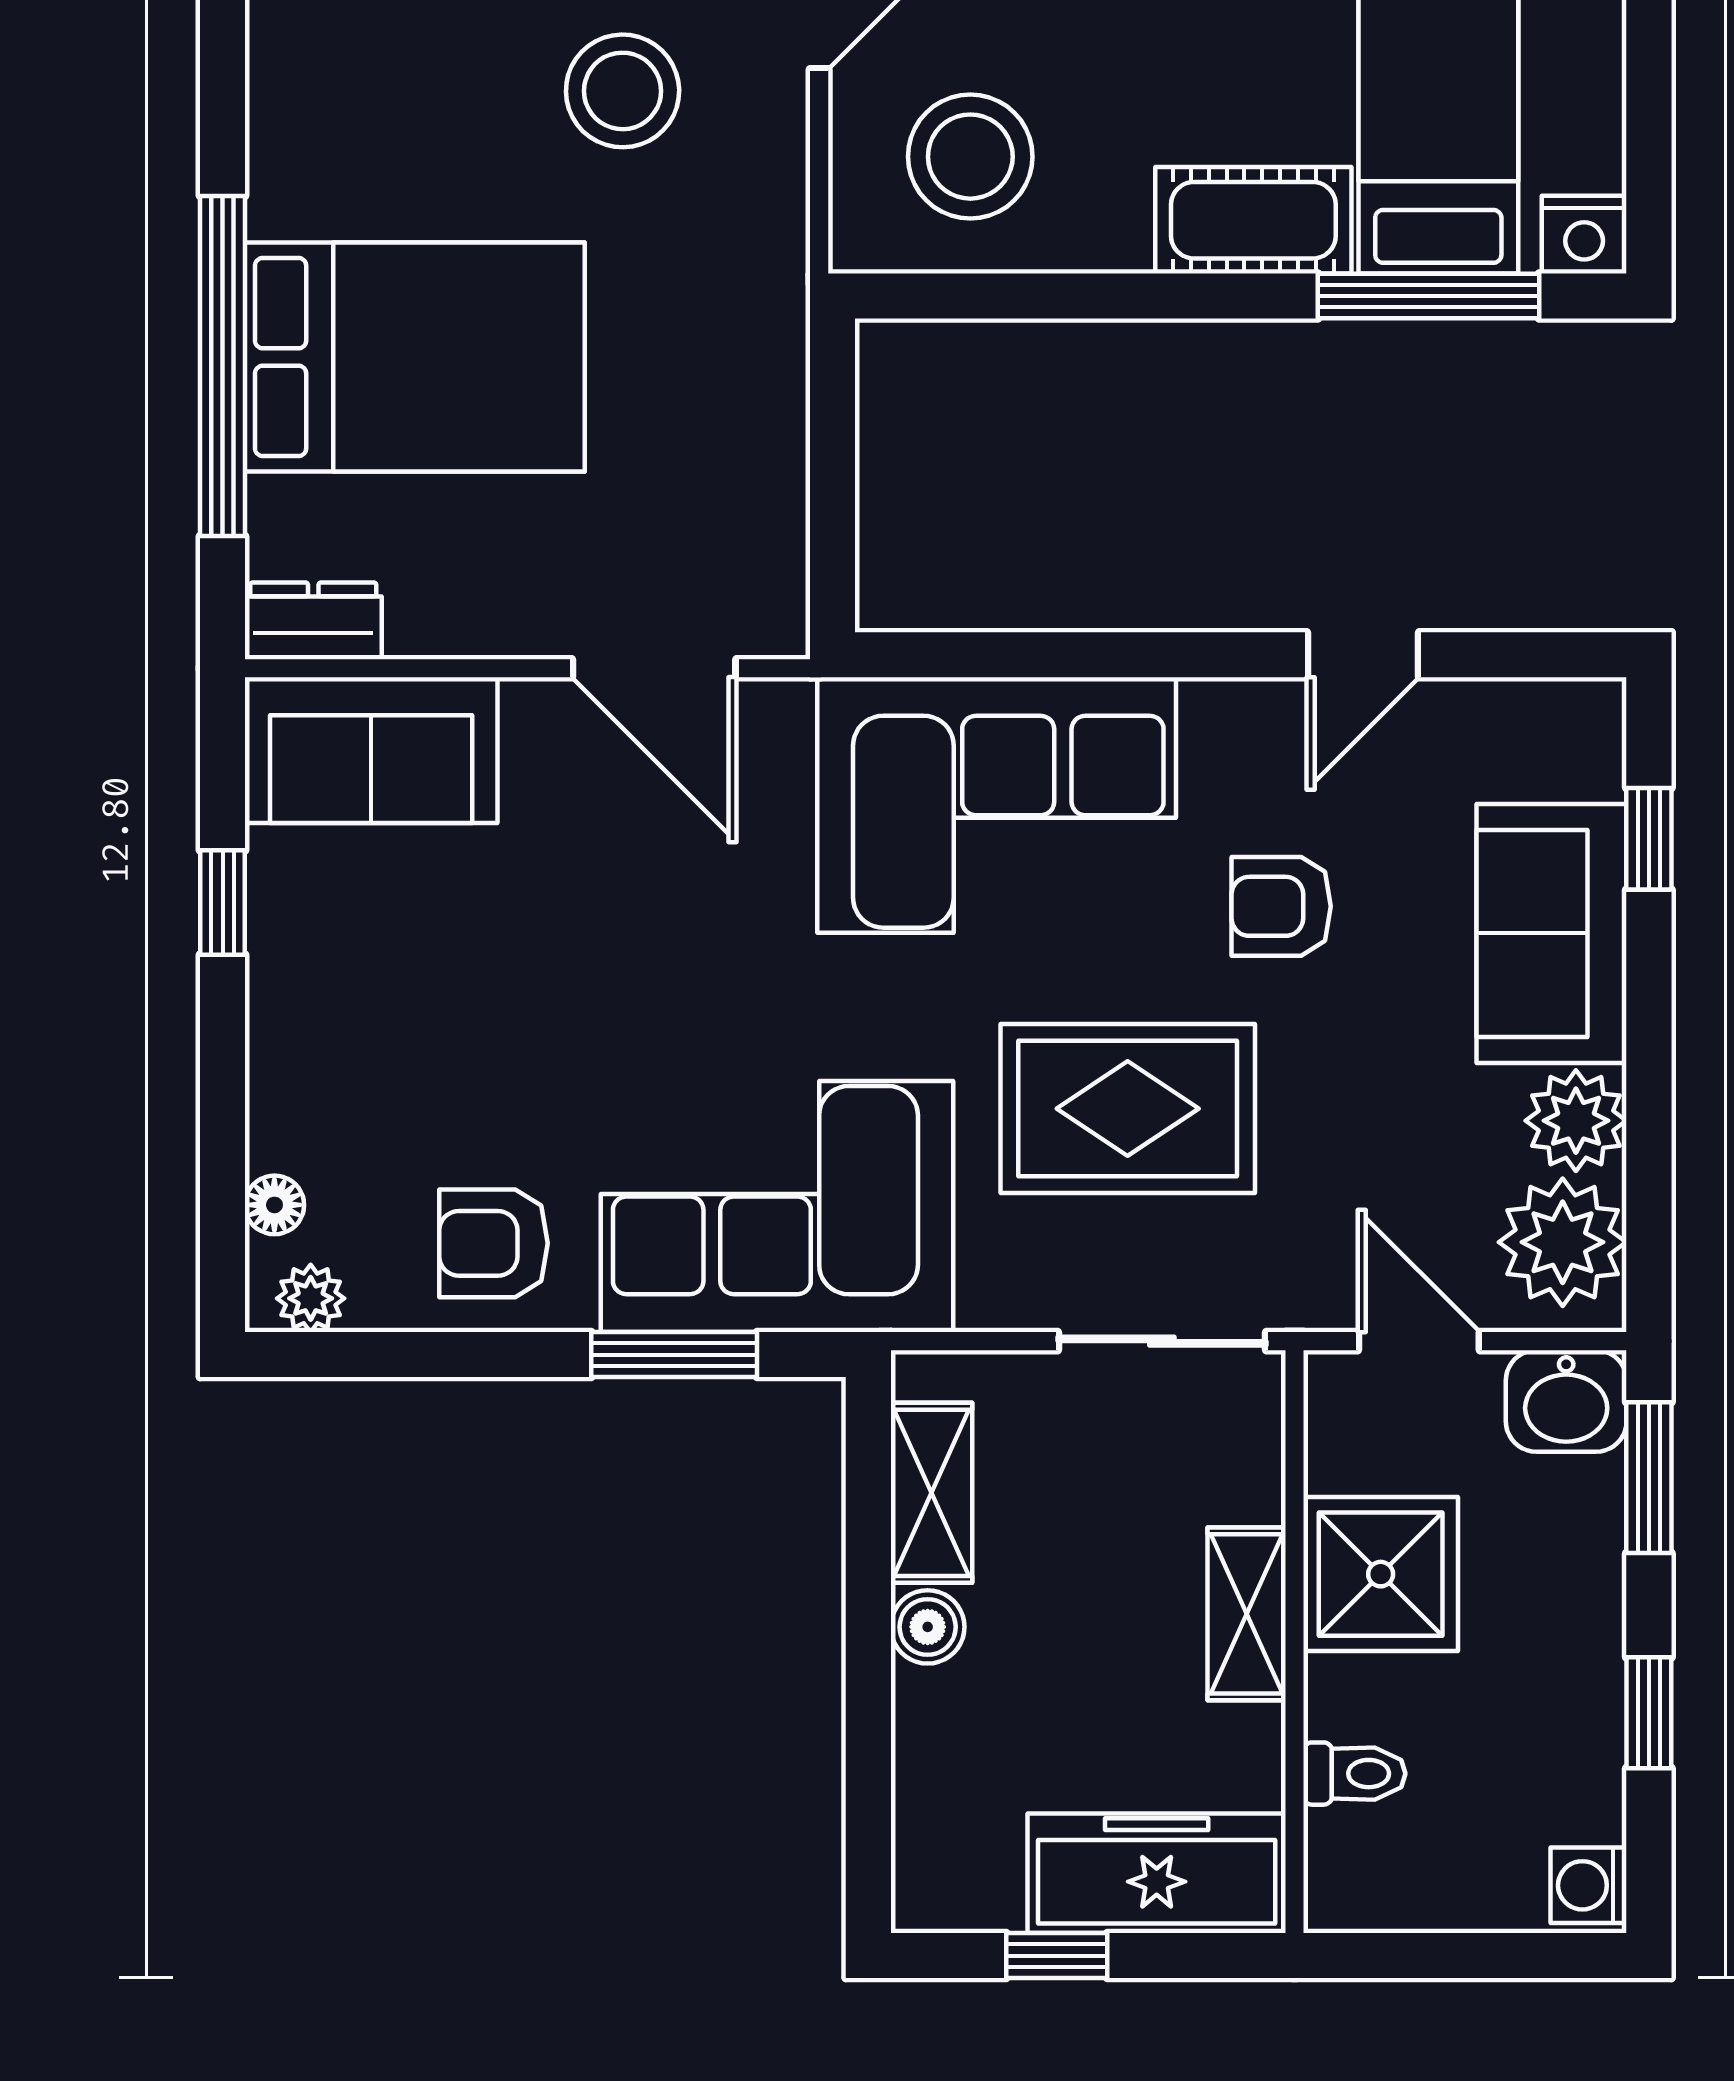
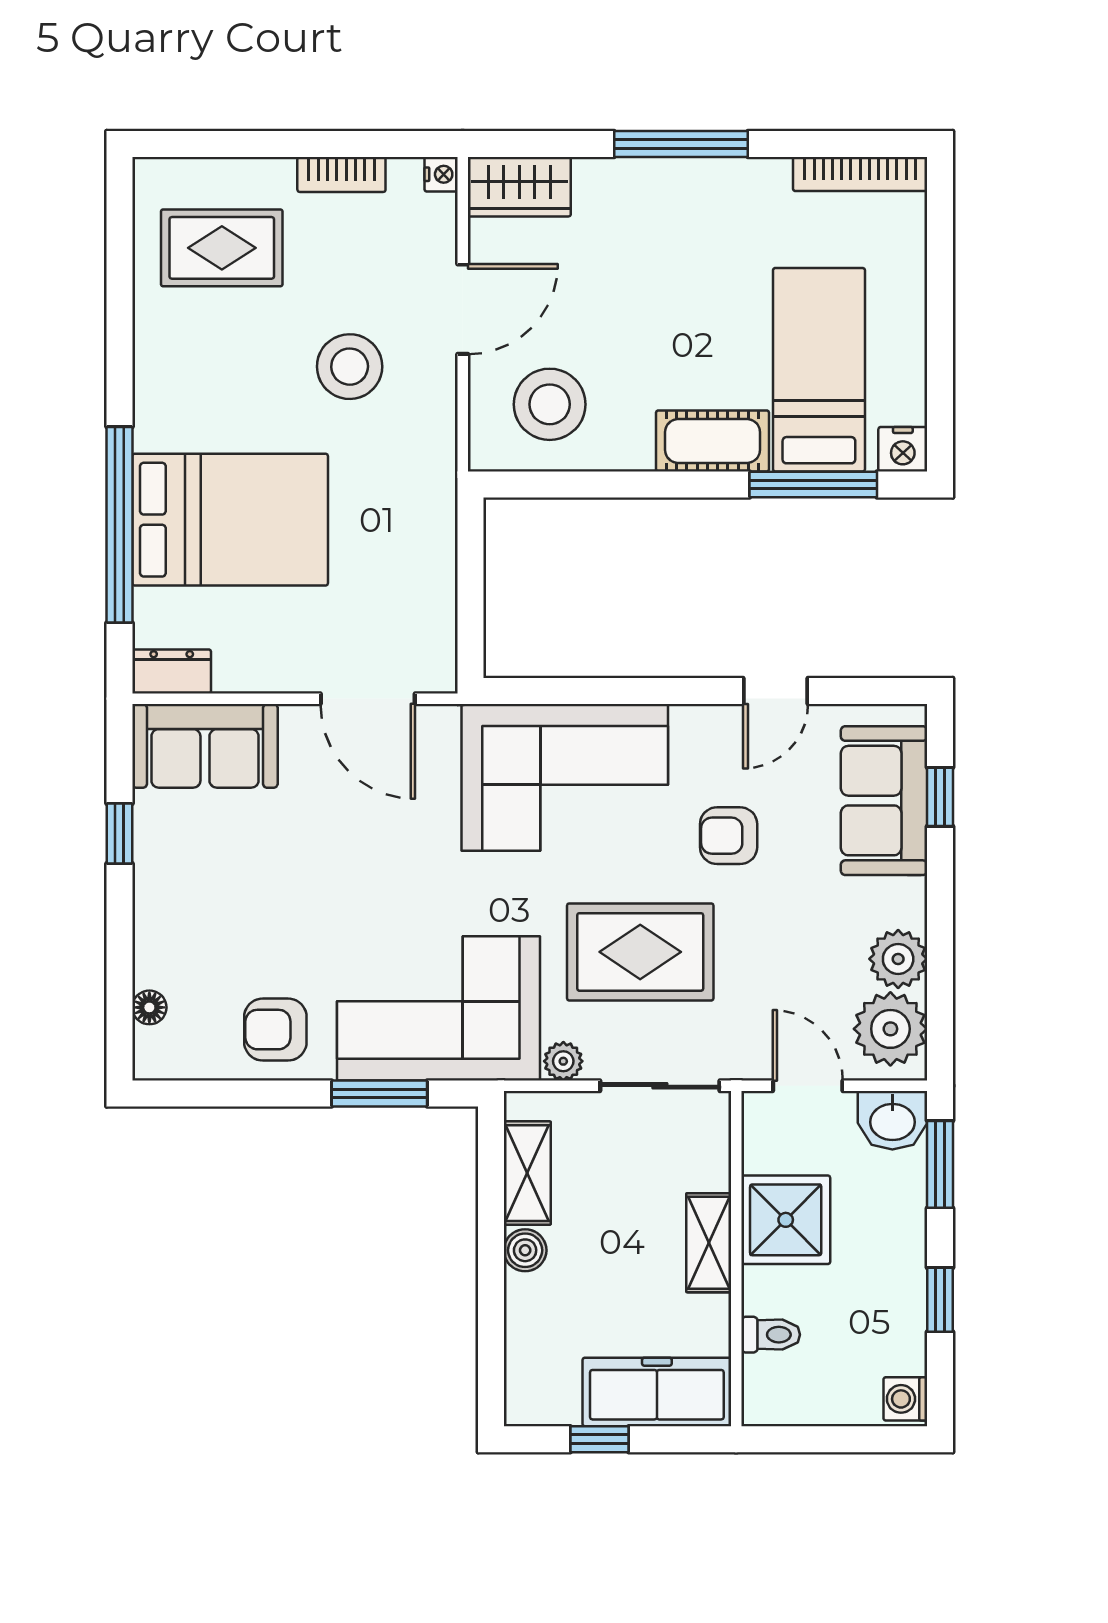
sofa: (1552, 933) -> (884, 801), moved
plant: (311, 1298) -> (563, 1061), moved

